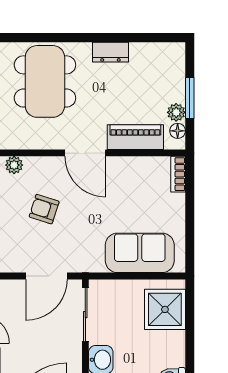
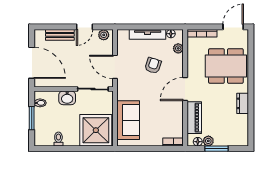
shower: (165, 309) -> (96, 130), width x1.37, depth x1.37

